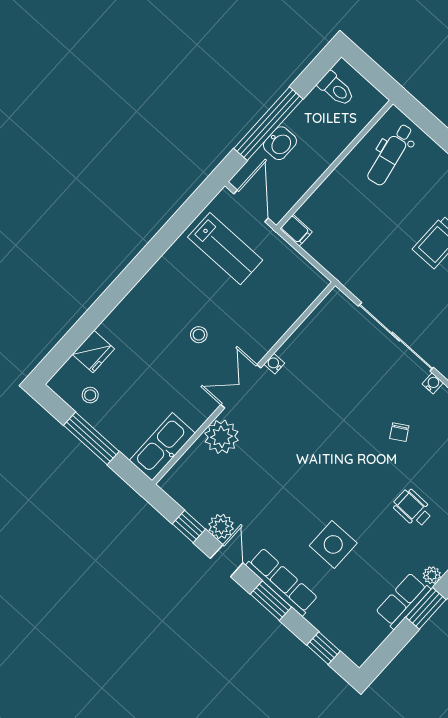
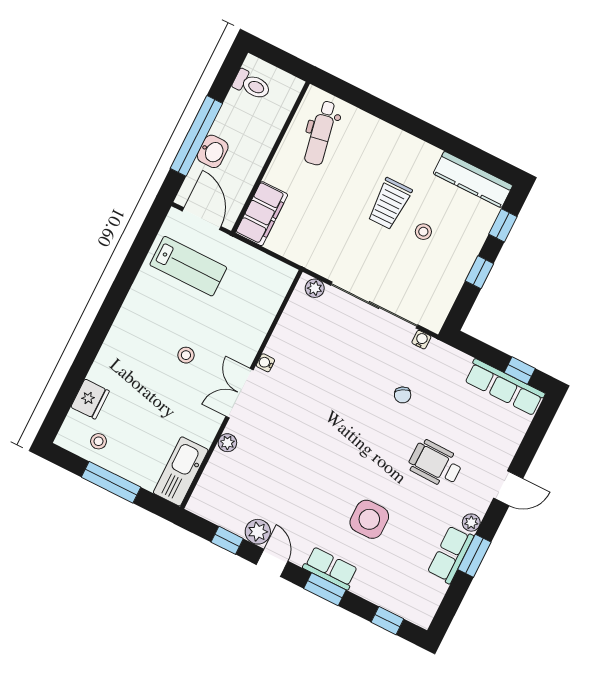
filing cabinet: (296, 230) -> (262, 214), width x3.00, depth x1.17
plant: (342, 304) -> (315, 288), added
plant: (222, 437) -> (227, 443), width x0.53, depth x0.53
wheelchair: (413, 508) -> (435, 464), width x1.36, depth x1.37
row of seats: (282, 582) -> (330, 568), width x0.68

